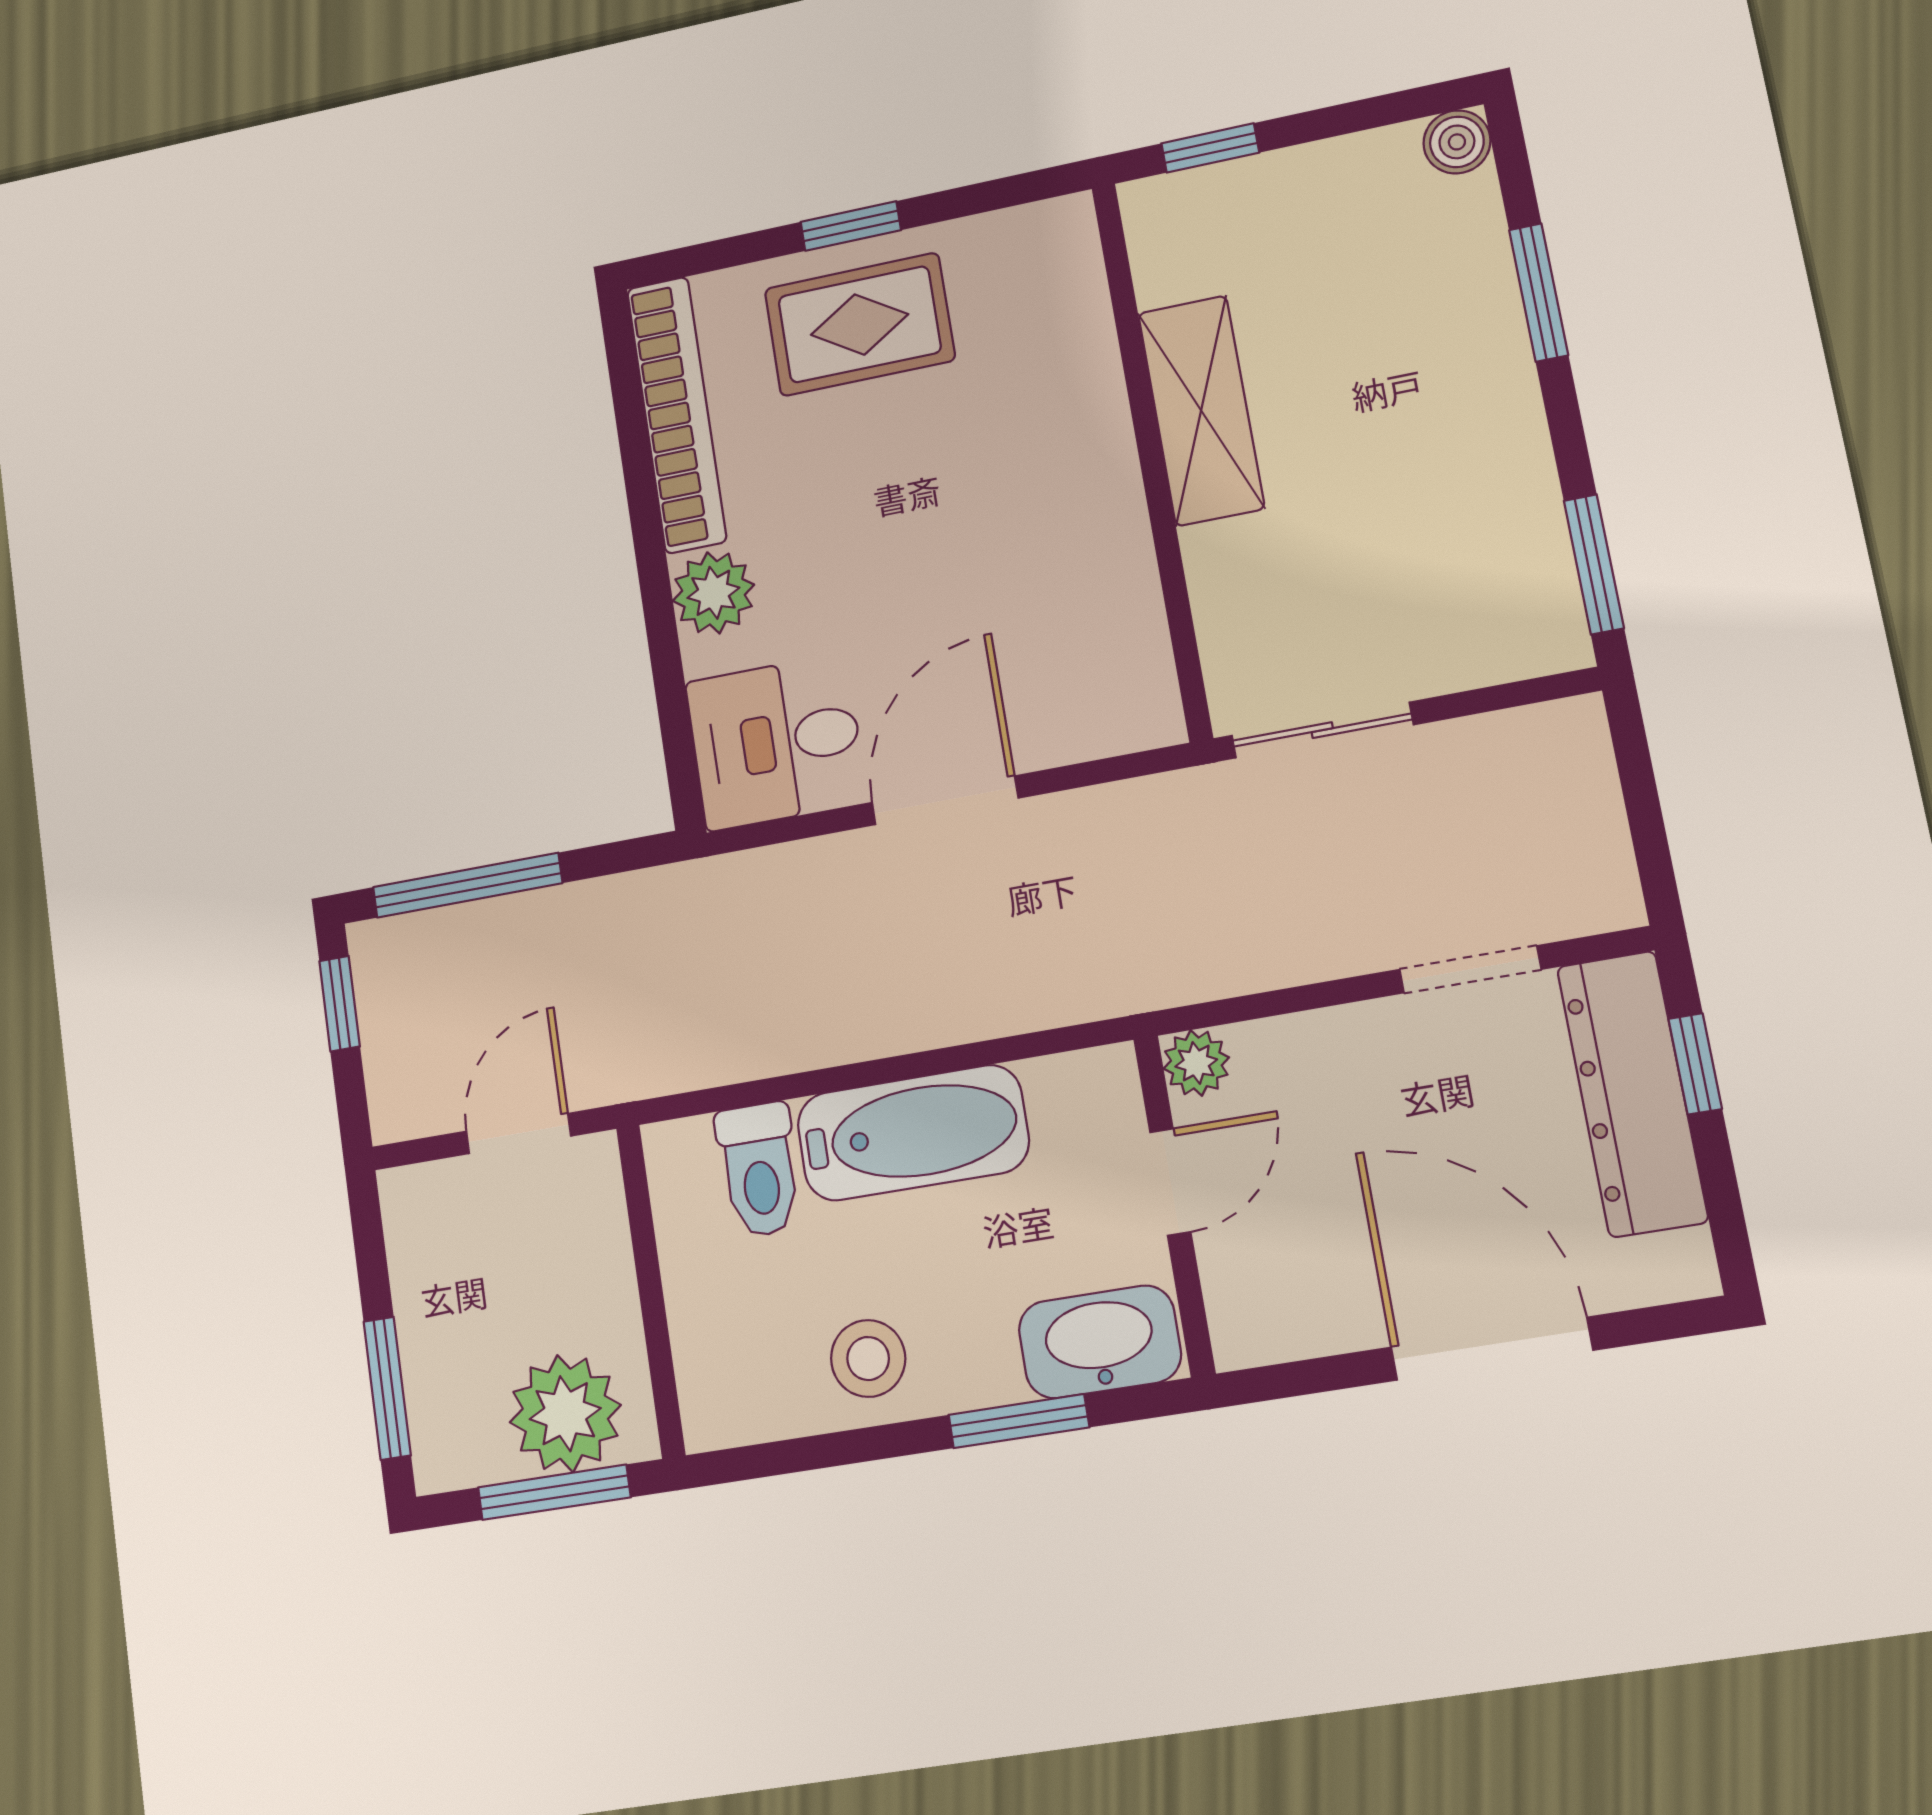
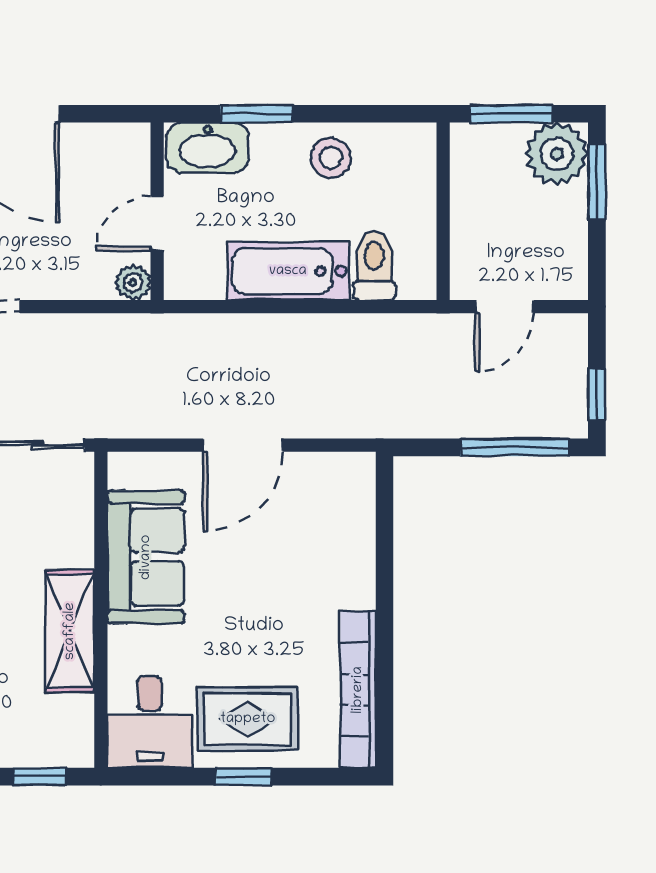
sofa: (1087, 568) -> (146, 557), added
plant: (713, 593) -> (352, 584), removed
desk: (776, 742) -> (150, 722), moved, turned 90
plant: (565, 1414) -> (557, 154), moved

